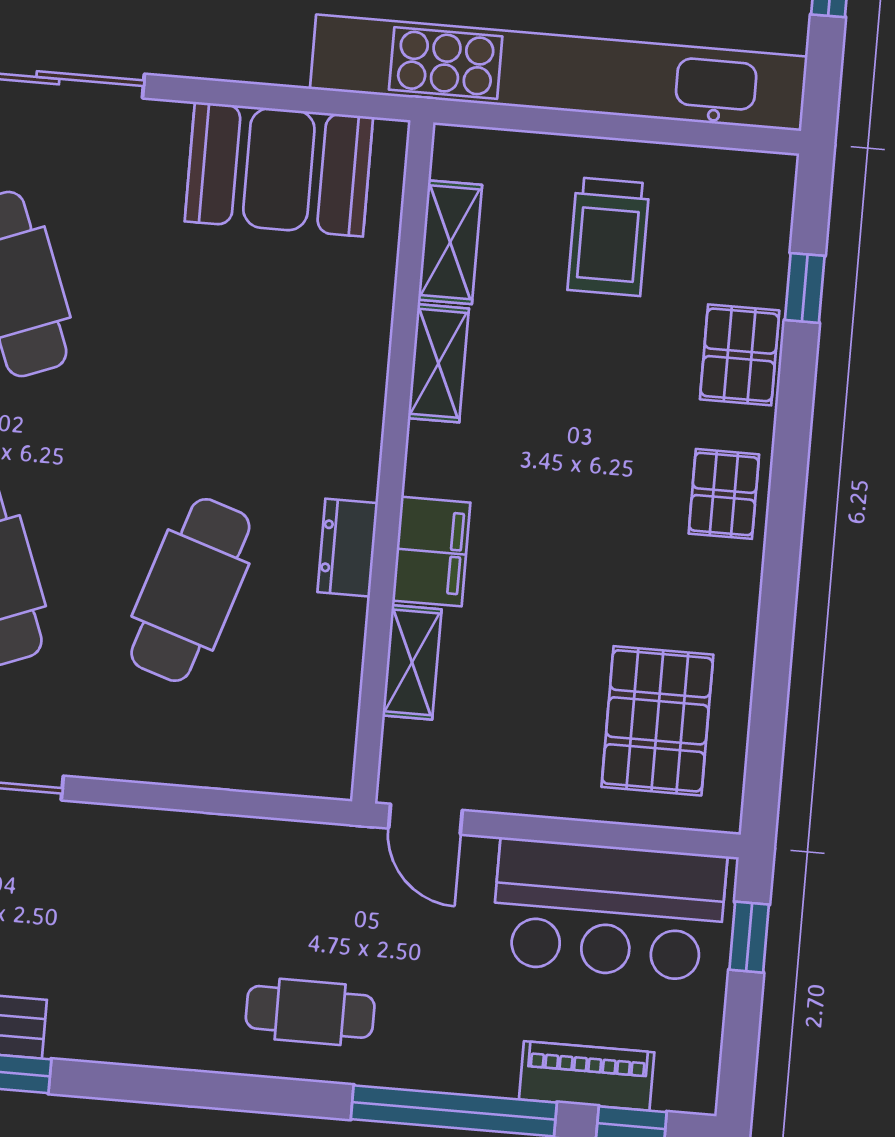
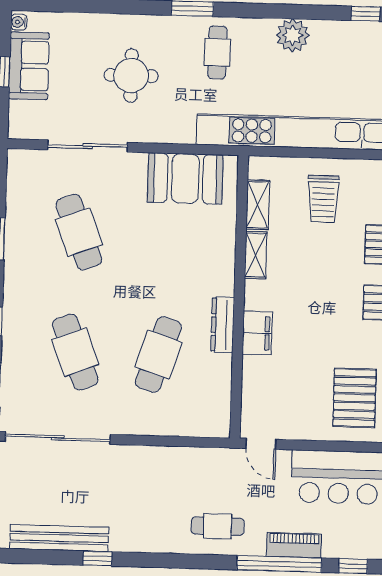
dresser: (348, 548) -> (223, 325), width x1.44
shelving: (412, 662) -> (252, 379), removed
piano: (587, 1076) -> (294, 545), moved

